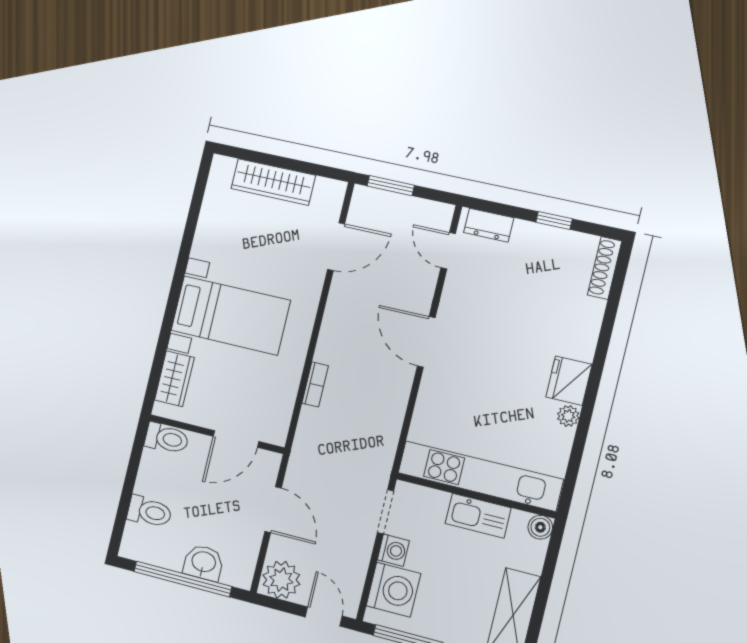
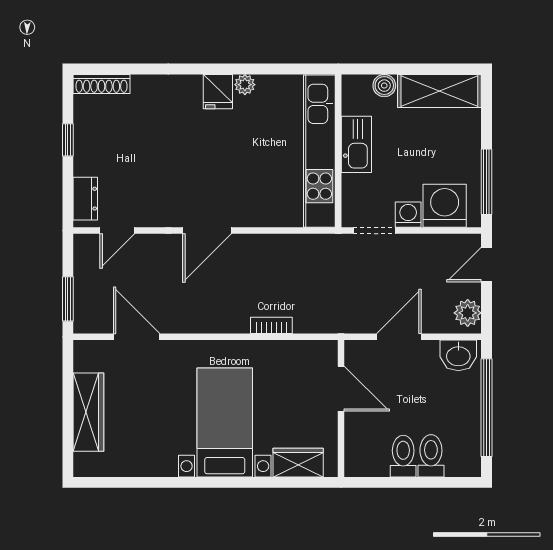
fridge: (569, 381) -> (218, 92), width x0.72
toilet: (167, 438) -> (403, 456), moved
boiler: (540, 527) -> (384, 86), moved
washbasin: (204, 563) -> (458, 355), moved, turned -90
plant: (281, 580) -> (468, 313), width x0.73, depth x0.73

